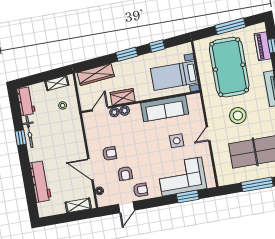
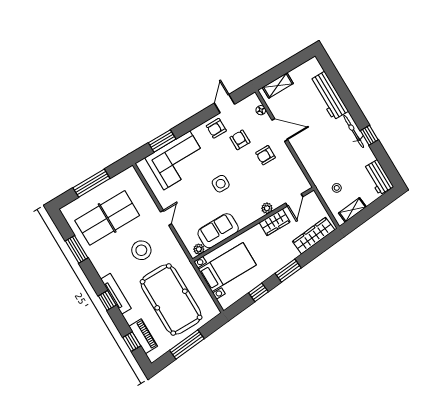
sofa: (165, 109) -> (218, 231), width x0.73
plant: (114, 112) -> (199, 249), moved
bicycle: (29, 132) -> (354, 131), moved
side table: (177, 141) -> (221, 184), moved

